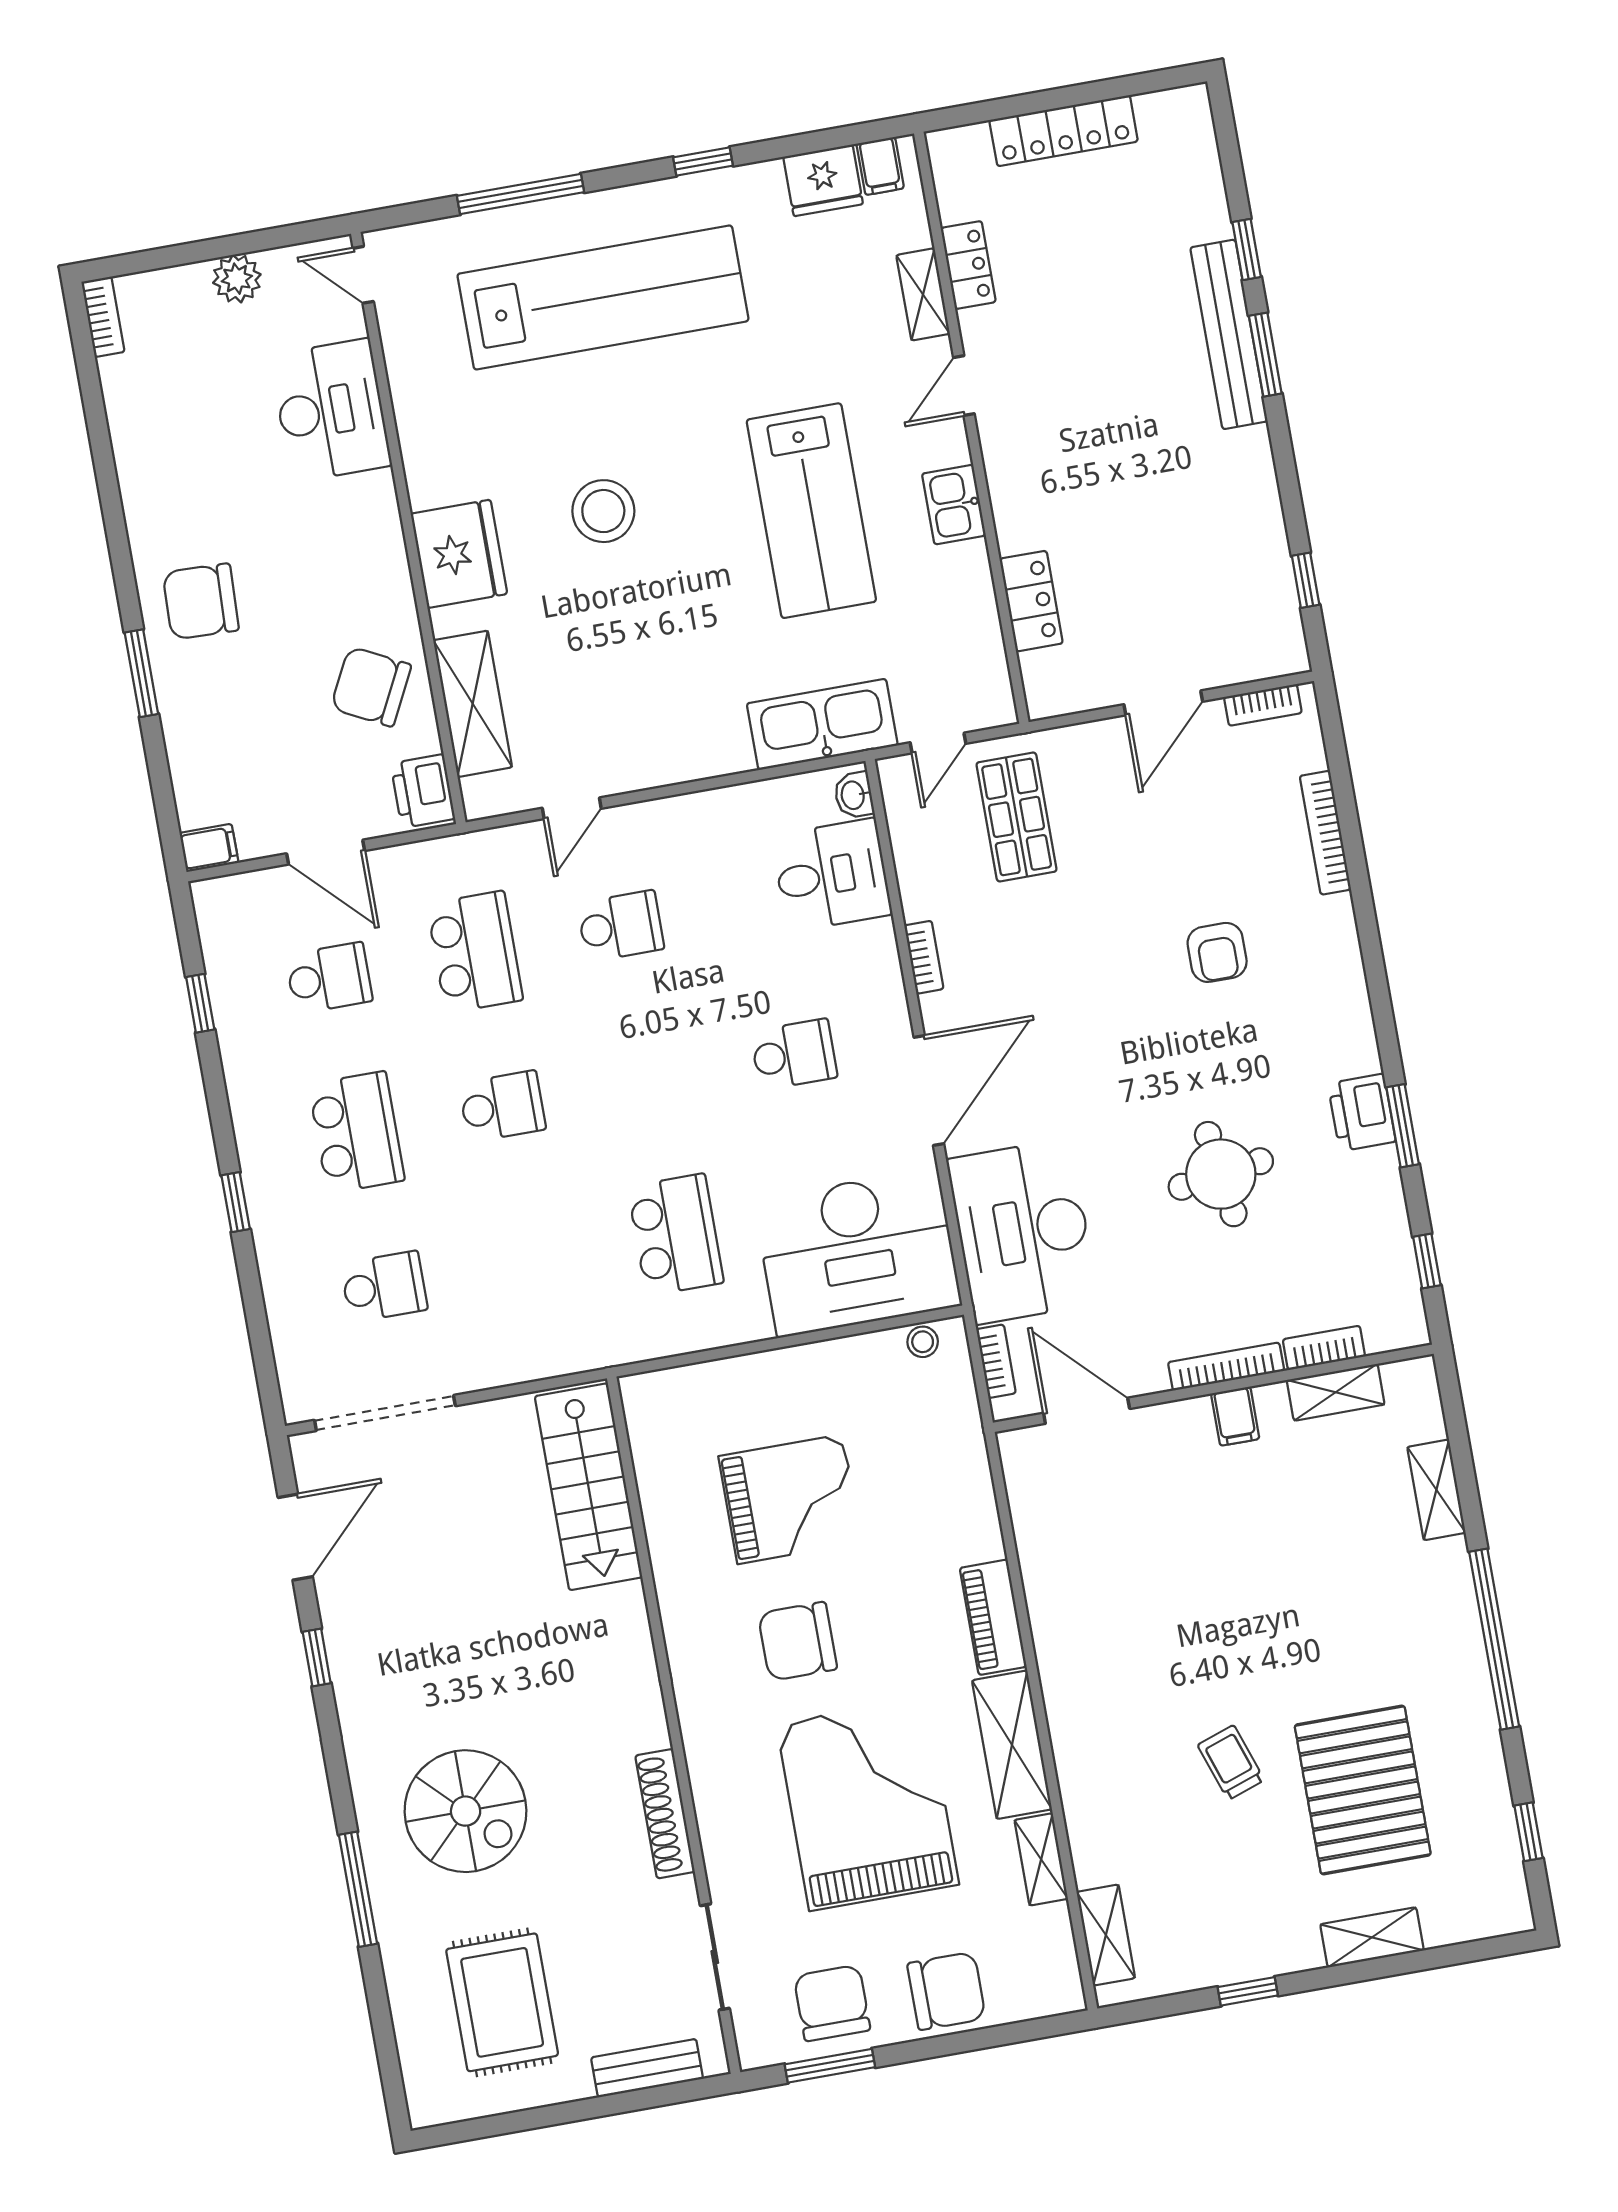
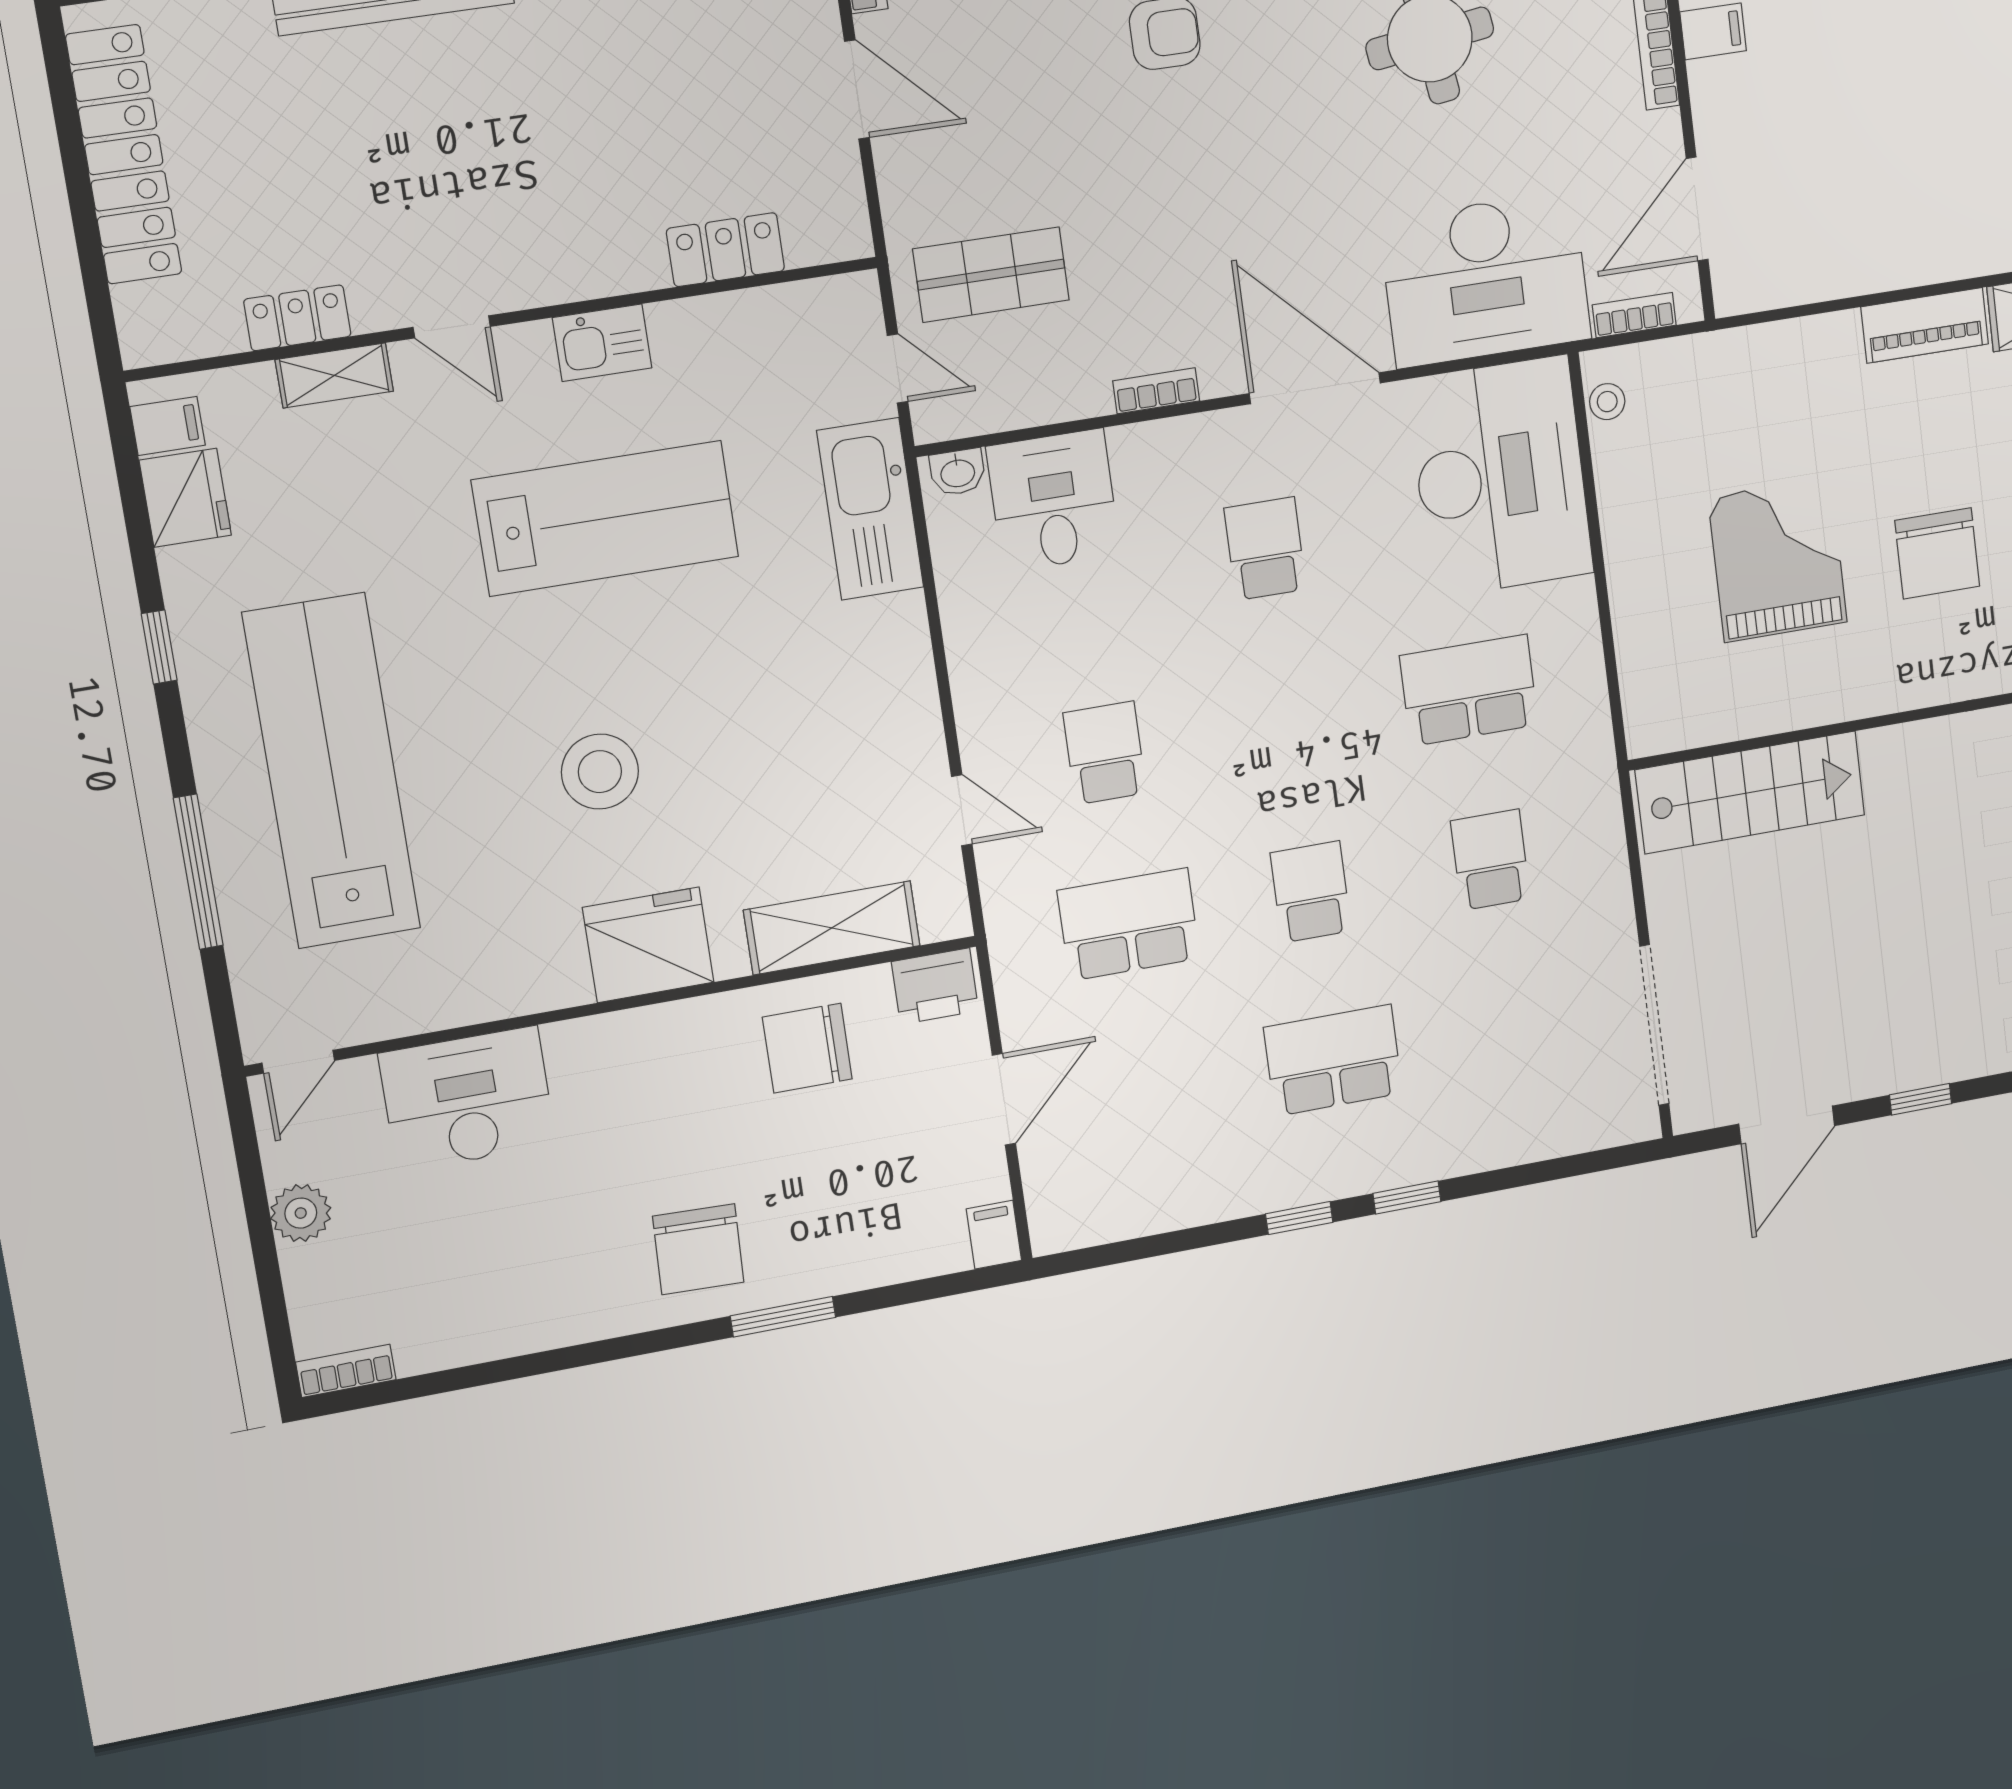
locker: (1064, 131) -> (124, 155), width x1.41, depth x1.21
chair: (371, 687) -> (807, 1048), turned 63
school desk: (329, 978) -> (1152, 1094), removed
window: (200, 1003) -> (1299, 1218), moved
school desk: (384, 1287) -> (1490, 860), moved
door: (295, 1537) -> (1787, 1125), swing flipped

